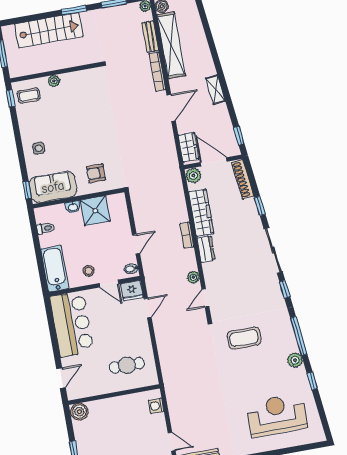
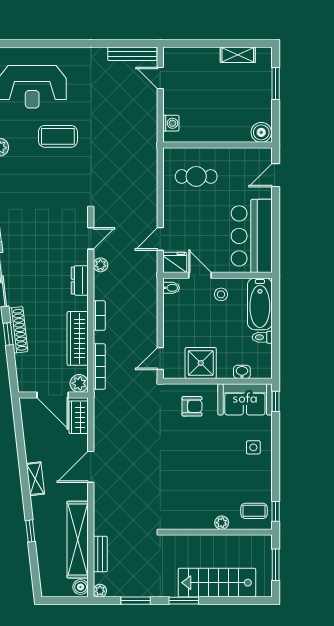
bookcase: (157, 72) -> (99, 367), moved
window: (239, 136) -> (30, 531), moved
shoe rack: (243, 179) -> (18, 330), moved
washbasin: (73, 207) -> (242, 372), moved
toilet: (46, 228) -> (262, 337), moved
door: (136, 244) -> (160, 359), moved
dresser: (206, 249) -> (80, 280), moved
coffee table: (244, 338) -> (58, 136), moved

